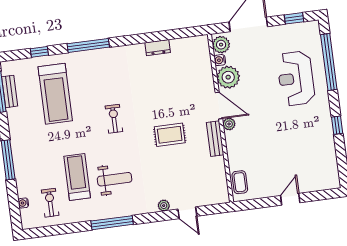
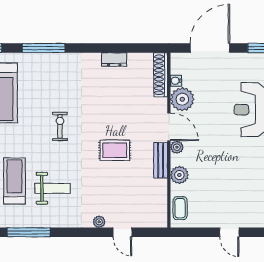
plant: (221, 45) -> (179, 175), moved
shoe rack: (204, 56) -> (161, 75), added
door: (290, 199) -> (229, 232), swing flipped
window: (112, 223) -> (29, 232), moved

